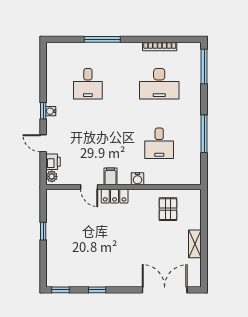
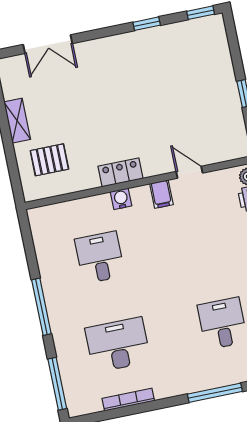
window: (204, 134) -> (41, 307), moved
locker: (115, 196) -> (121, 172), moved
pallet: (168, 209) -> (49, 160), moved, turned 90
double door: (165, 290) -> (48, 44), width x0.73

